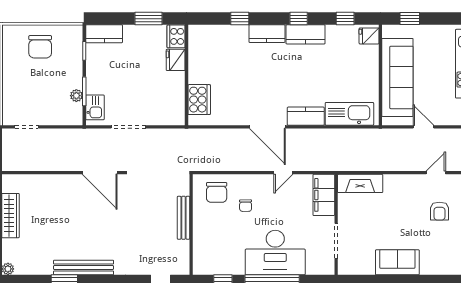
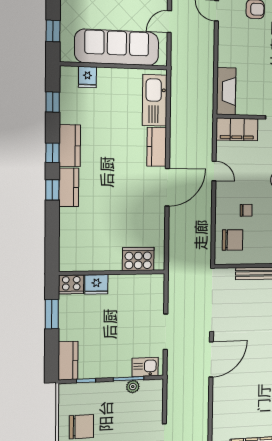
window: (240, 19) -> (52, 190), moved
fridge: (369, 36) -> (87, 77), moved

